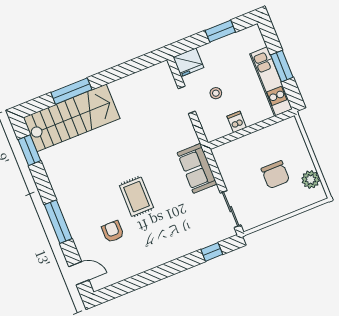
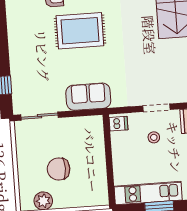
dishwasher: (237, 122) -> (119, 124), moved
rug: (136, 197) -> (80, 31), width x1.36, depth x1.43

